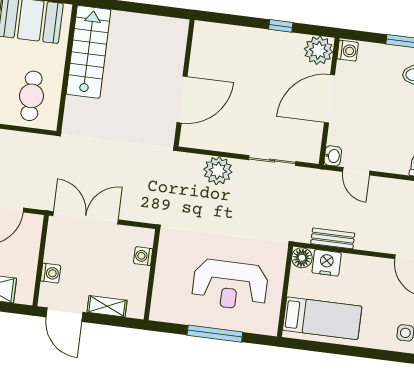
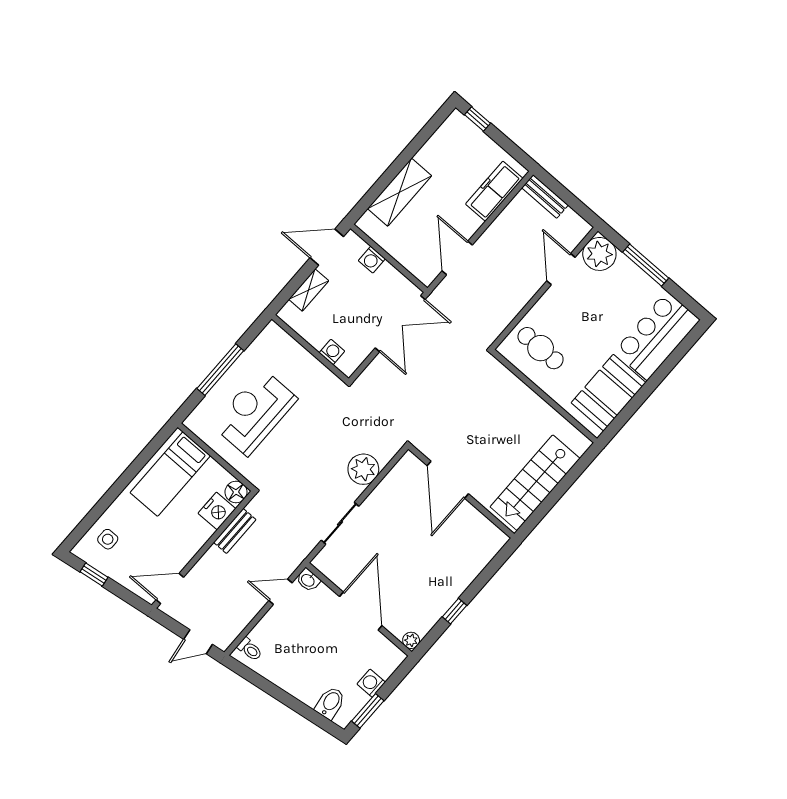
plant: (319, 50) -> (411, 640), width x0.53, depth x0.53
washing machine: (348, 51) -> (371, 683), moved, turned 90
stairs: (88, 52) -> (535, 483), moved, turned 90

